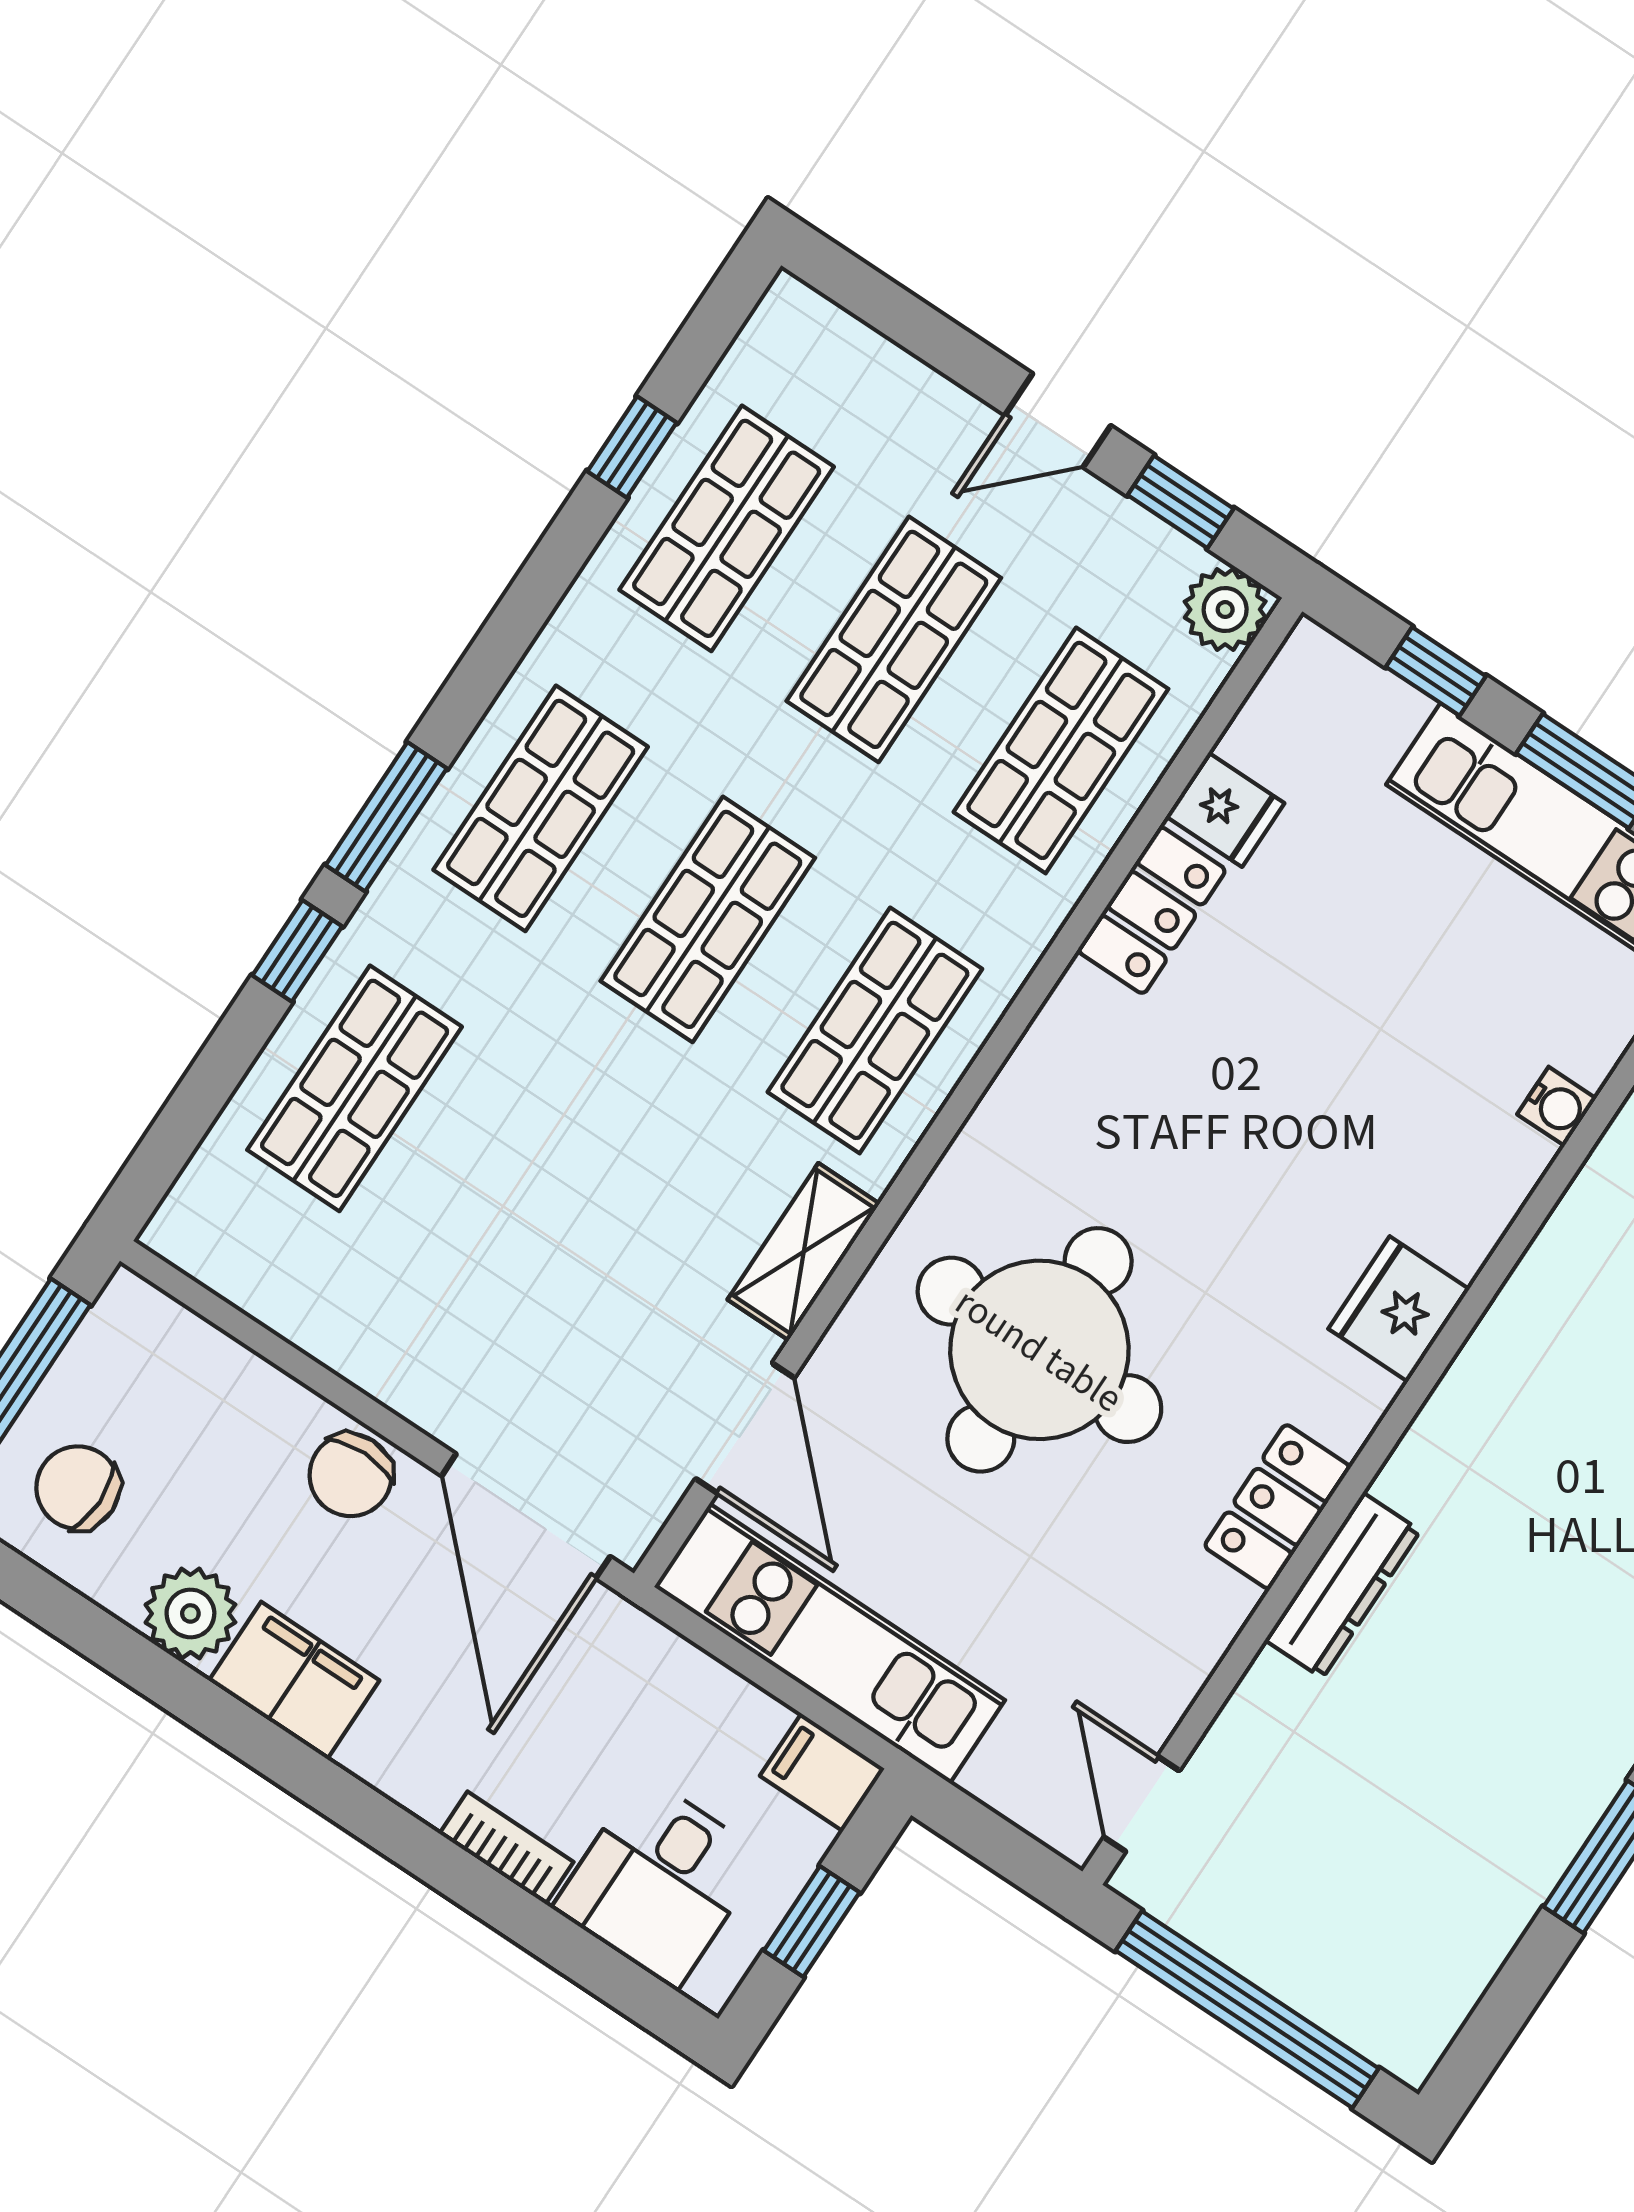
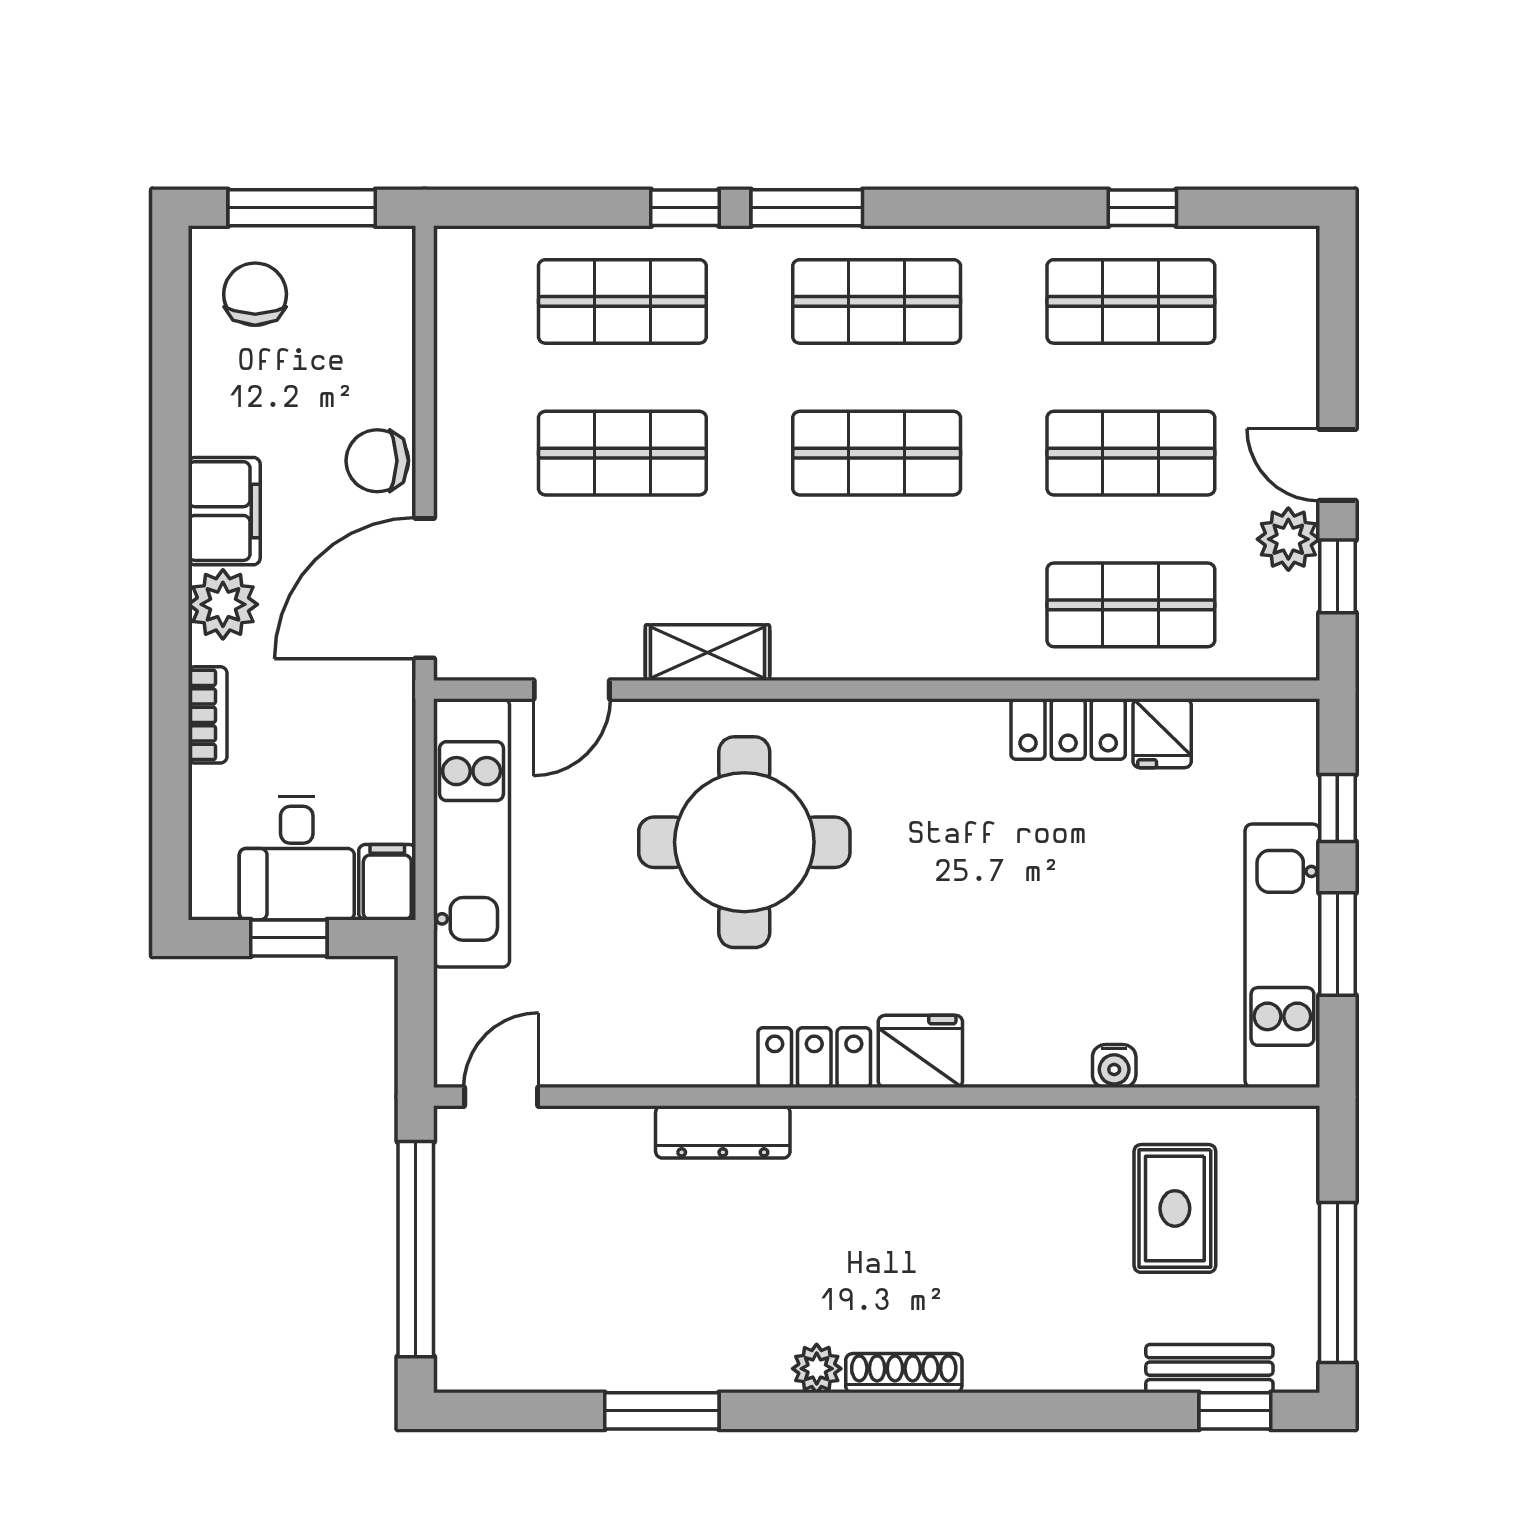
plant: (1225, 610) -> (1288, 539), moved
shop shelf: (875, 1030) -> (622, 453), moved
door: (745, 1428) -> (572, 690), width x0.73
locker: (1277, 1507) -> (814, 1058), moved
plant: (190, 1613) -> (223, 604), moved
desk: (659, 1882) -> (297, 858), moved, turned -90

